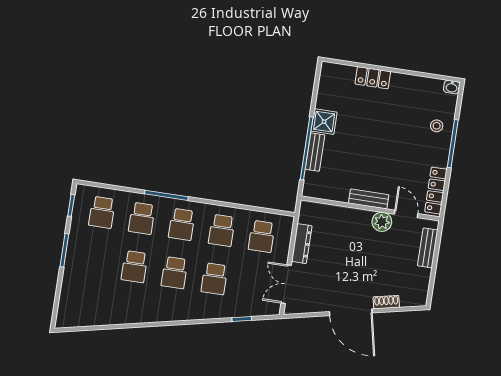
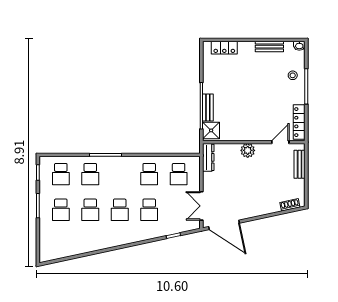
locker: (373, 78) -> (224, 48), moved
shower: (324, 122) -> (211, 130), moved
bench: (369, 199) -> (269, 47), moved
door: (406, 214) -> (280, 142), hinge flipped
plant: (382, 222) -> (248, 150), moved
school desk: (182, 224) -> (61, 210), moved
dresser: (302, 244) -> (208, 157), moved
shoe rack: (386, 302) -> (290, 205), moved
door: (351, 312) -> (224, 225), moved

